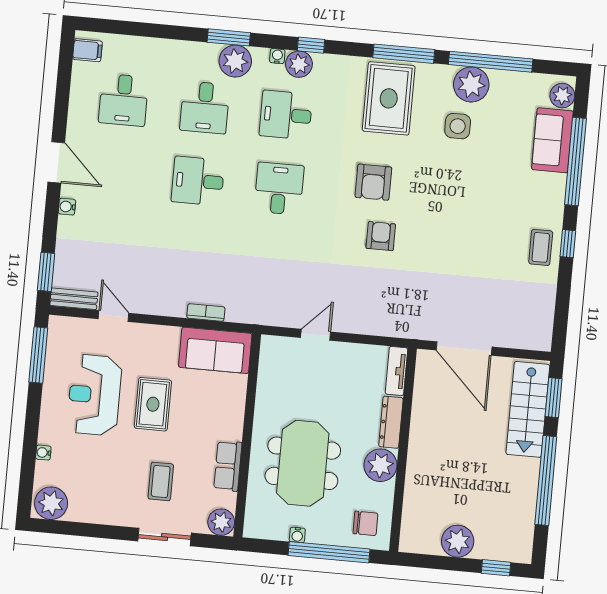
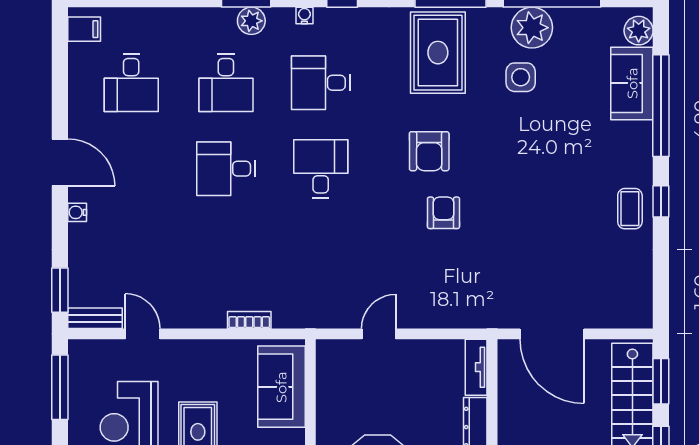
plant: (235, 61) -> (251, 21), width x0.73, depth x0.73
plant: (299, 64) -> (330, 23), removed
sofa: (215, 350) -> (281, 387), moved, turned 90

